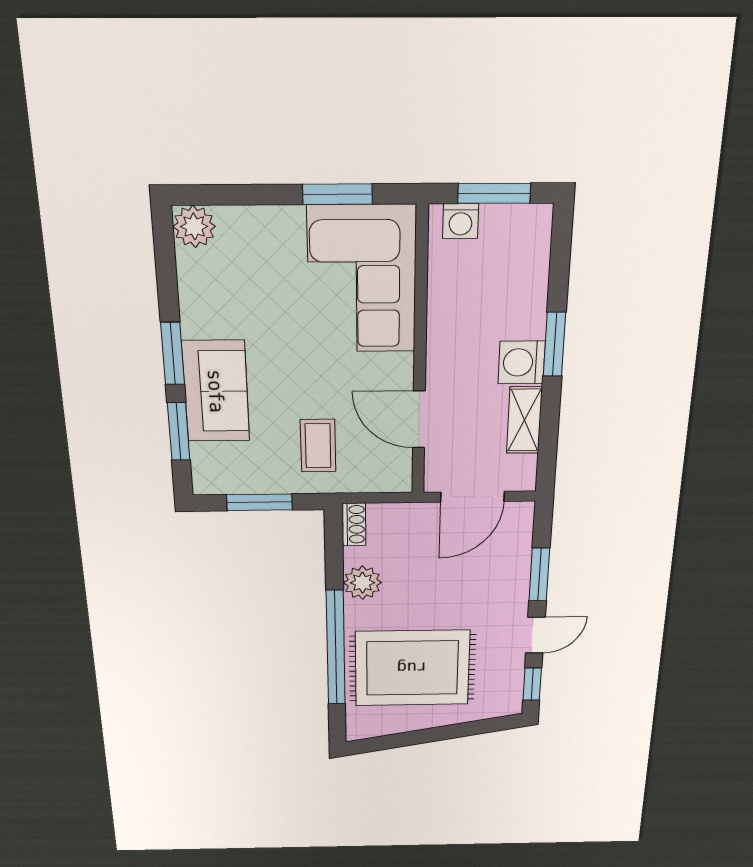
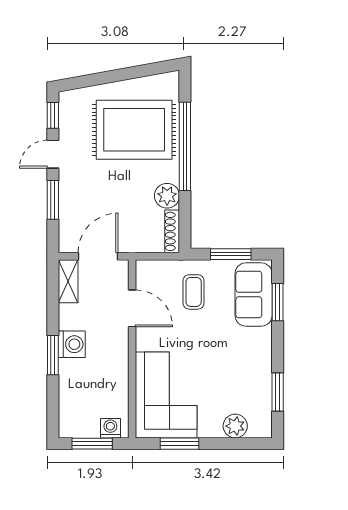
plant: (194, 227) -> (235, 426), moved
window: (173, 354) -> (278, 392), moved
sofa: (216, 391) -> (254, 295), moved
shelving: (524, 420) -> (68, 281), moved
shoe rack: (354, 524) -> (172, 231), width x1.43

